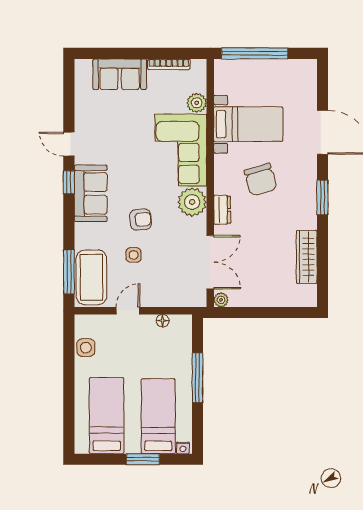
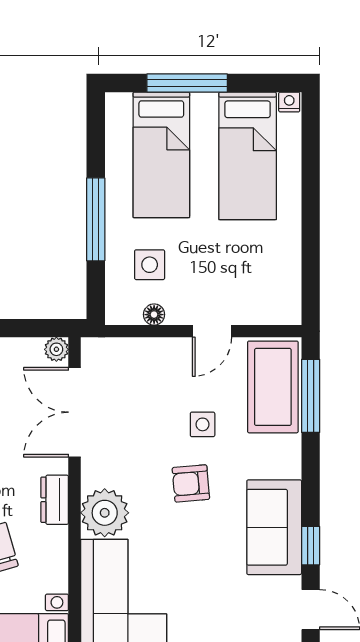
side table: (86, 348) -> (150, 265), moved
nightstand: (183, 448) -> (289, 102), moved
window: (143, 459) -> (187, 83), width x1.44

